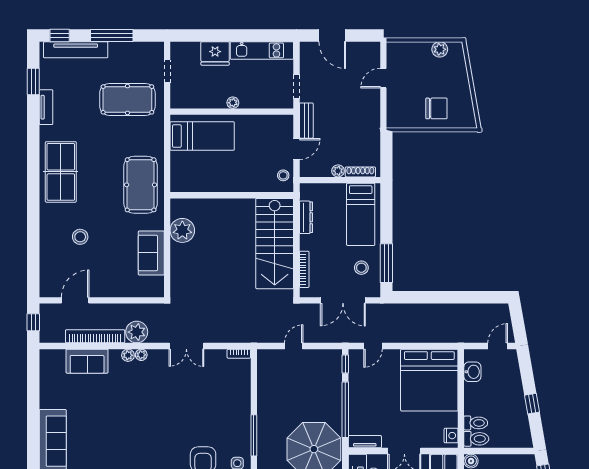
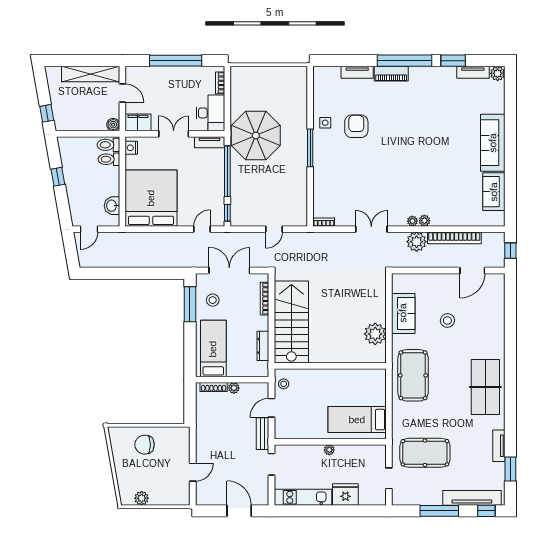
stool: (80, 237) -> (447, 321), moved
sofa: (87, 361) -> (494, 192), moved, turned -90

